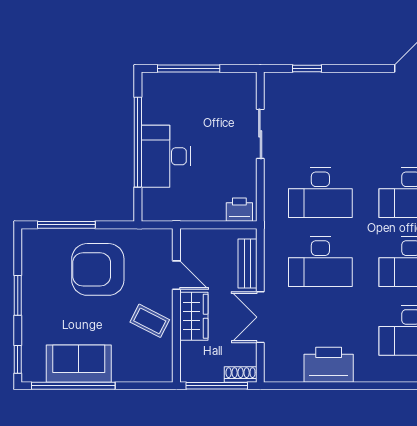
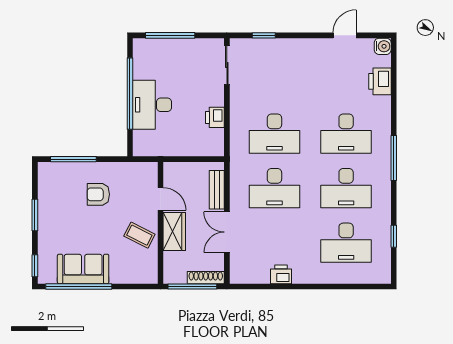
sliding door: (260, 134) -> (227, 65), moved
printer: (239, 210) -> (215, 117), moved, turned -90
armchair: (98, 269) -> (98, 194), width x0.53, depth x0.53
printer: (329, 365) -> (281, 274), width x0.53, depth x0.68
shoe rack: (241, 374) -> (206, 278), width x1.43

